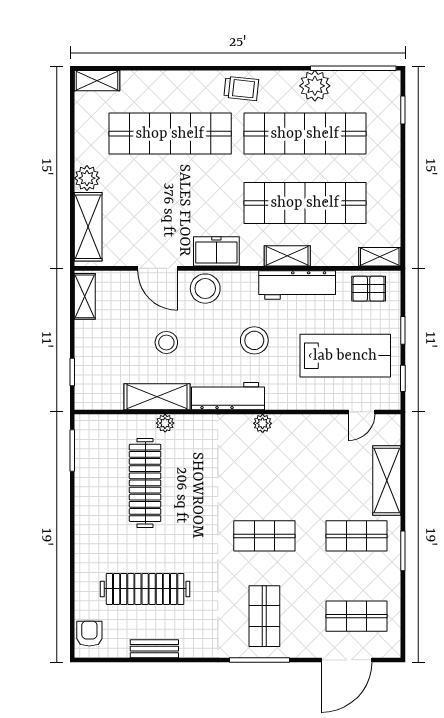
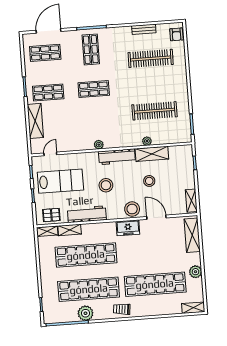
plant: (87, 178) -> (195, 272), moved
shelving: (287, 256) -> (70, 230), moved
lab bench: (345, 356) -> (60, 181), turned 180
clothes rail: (145, 483) -> (155, 111), turned 90

